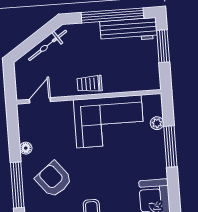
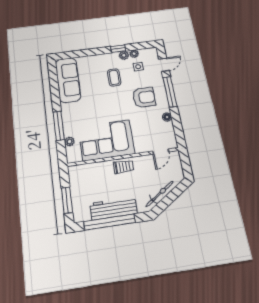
workbench: (129, 30) -> (113, 208), moved
armchair: (54, 179) -> (144, 97), turned -51

